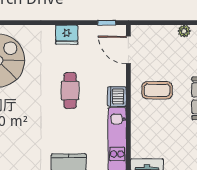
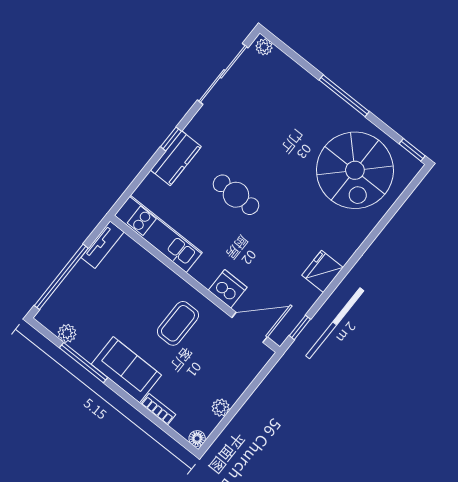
cafe table: (70, 90) -> (236, 195), moved
dishwasher: (117, 97) -> (228, 289), moved

